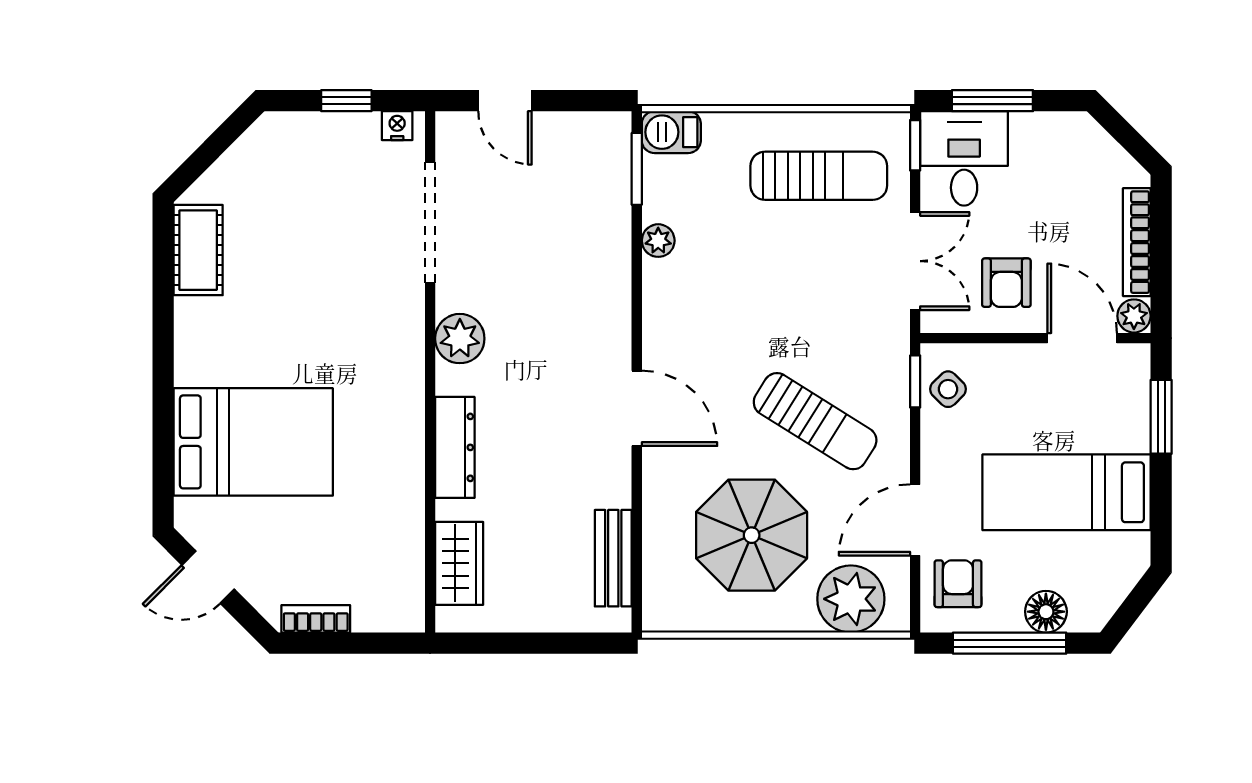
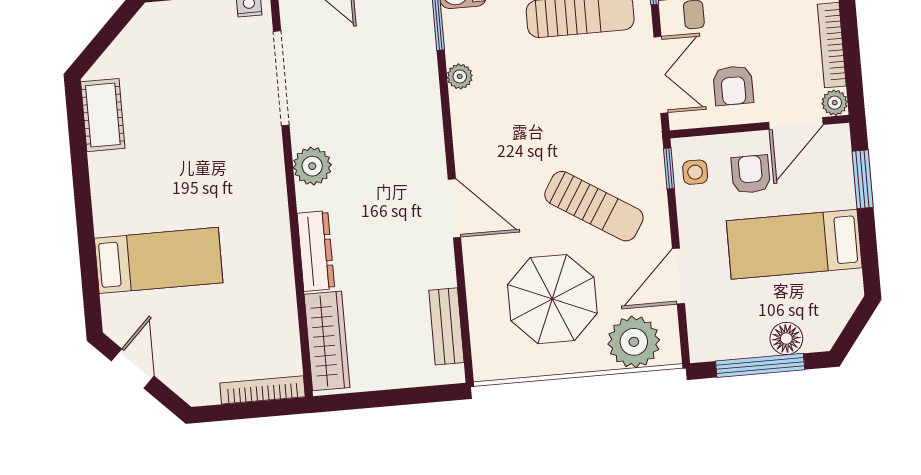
door: (1082, 338) -> (796, 123), swing flipped
side table: (948, 389) -> (695, 172), turned 45
bed: (253, 442) -> (159, 260), width x0.67
wardrobe: (459, 563) -> (327, 341), width x1.50
door: (208, 577) -> (133, 369), swing flipped
armchair: (958, 584) -> (751, 174), moved
bookcase: (316, 619) -> (262, 390), moved, width x1.56

